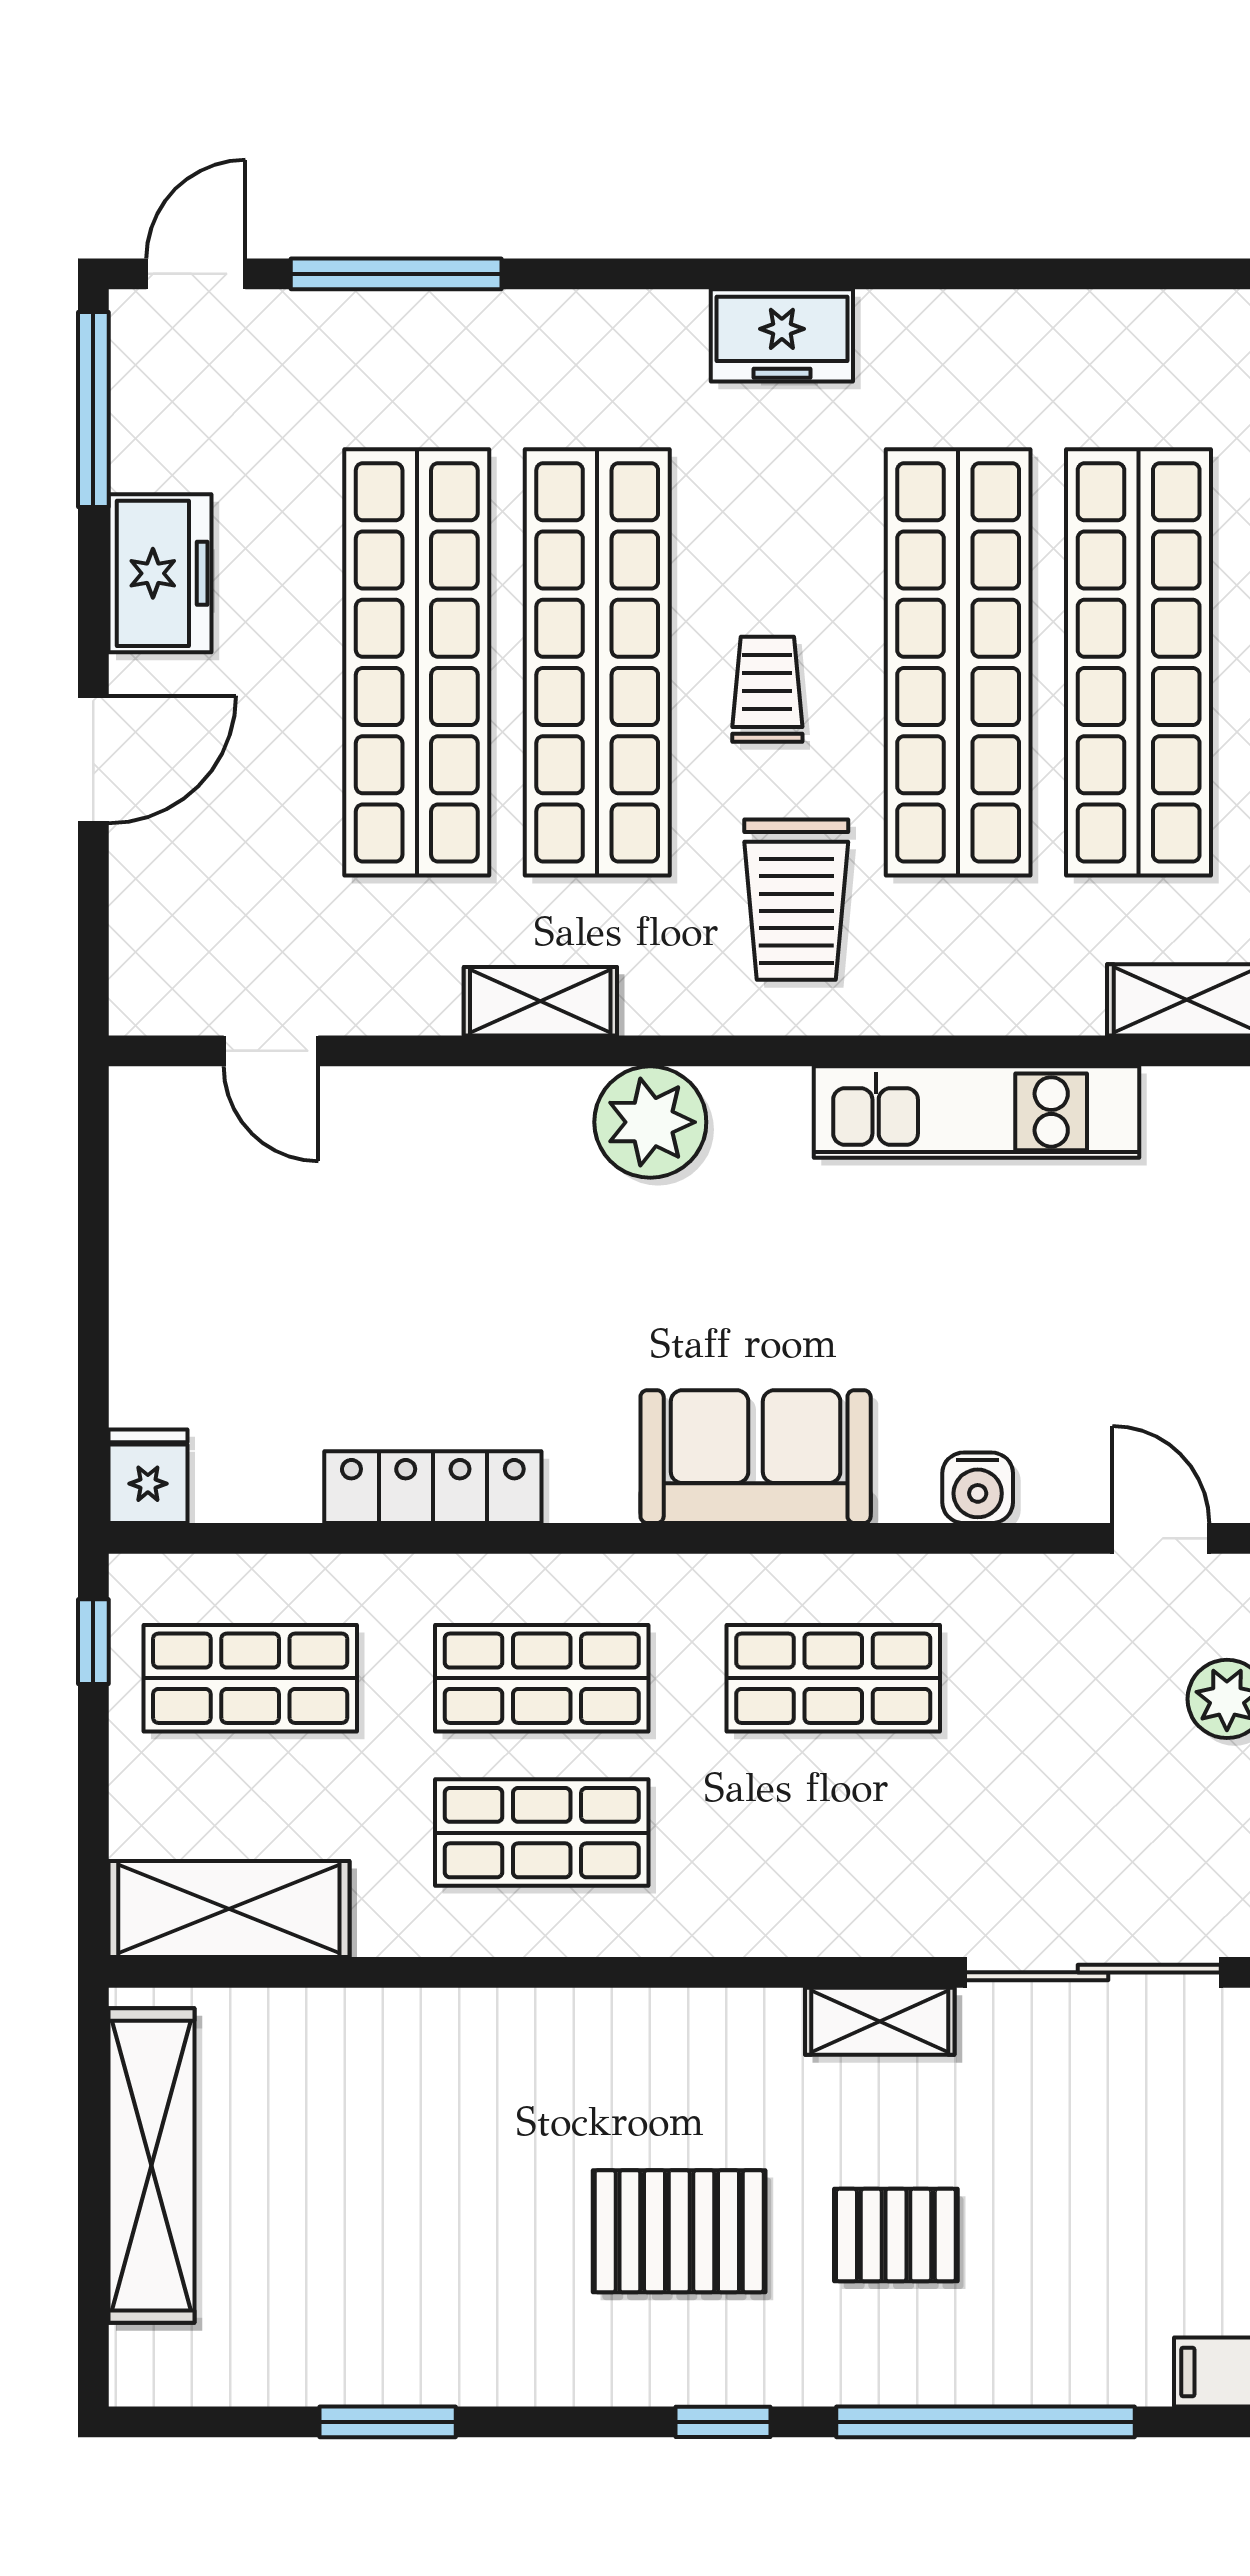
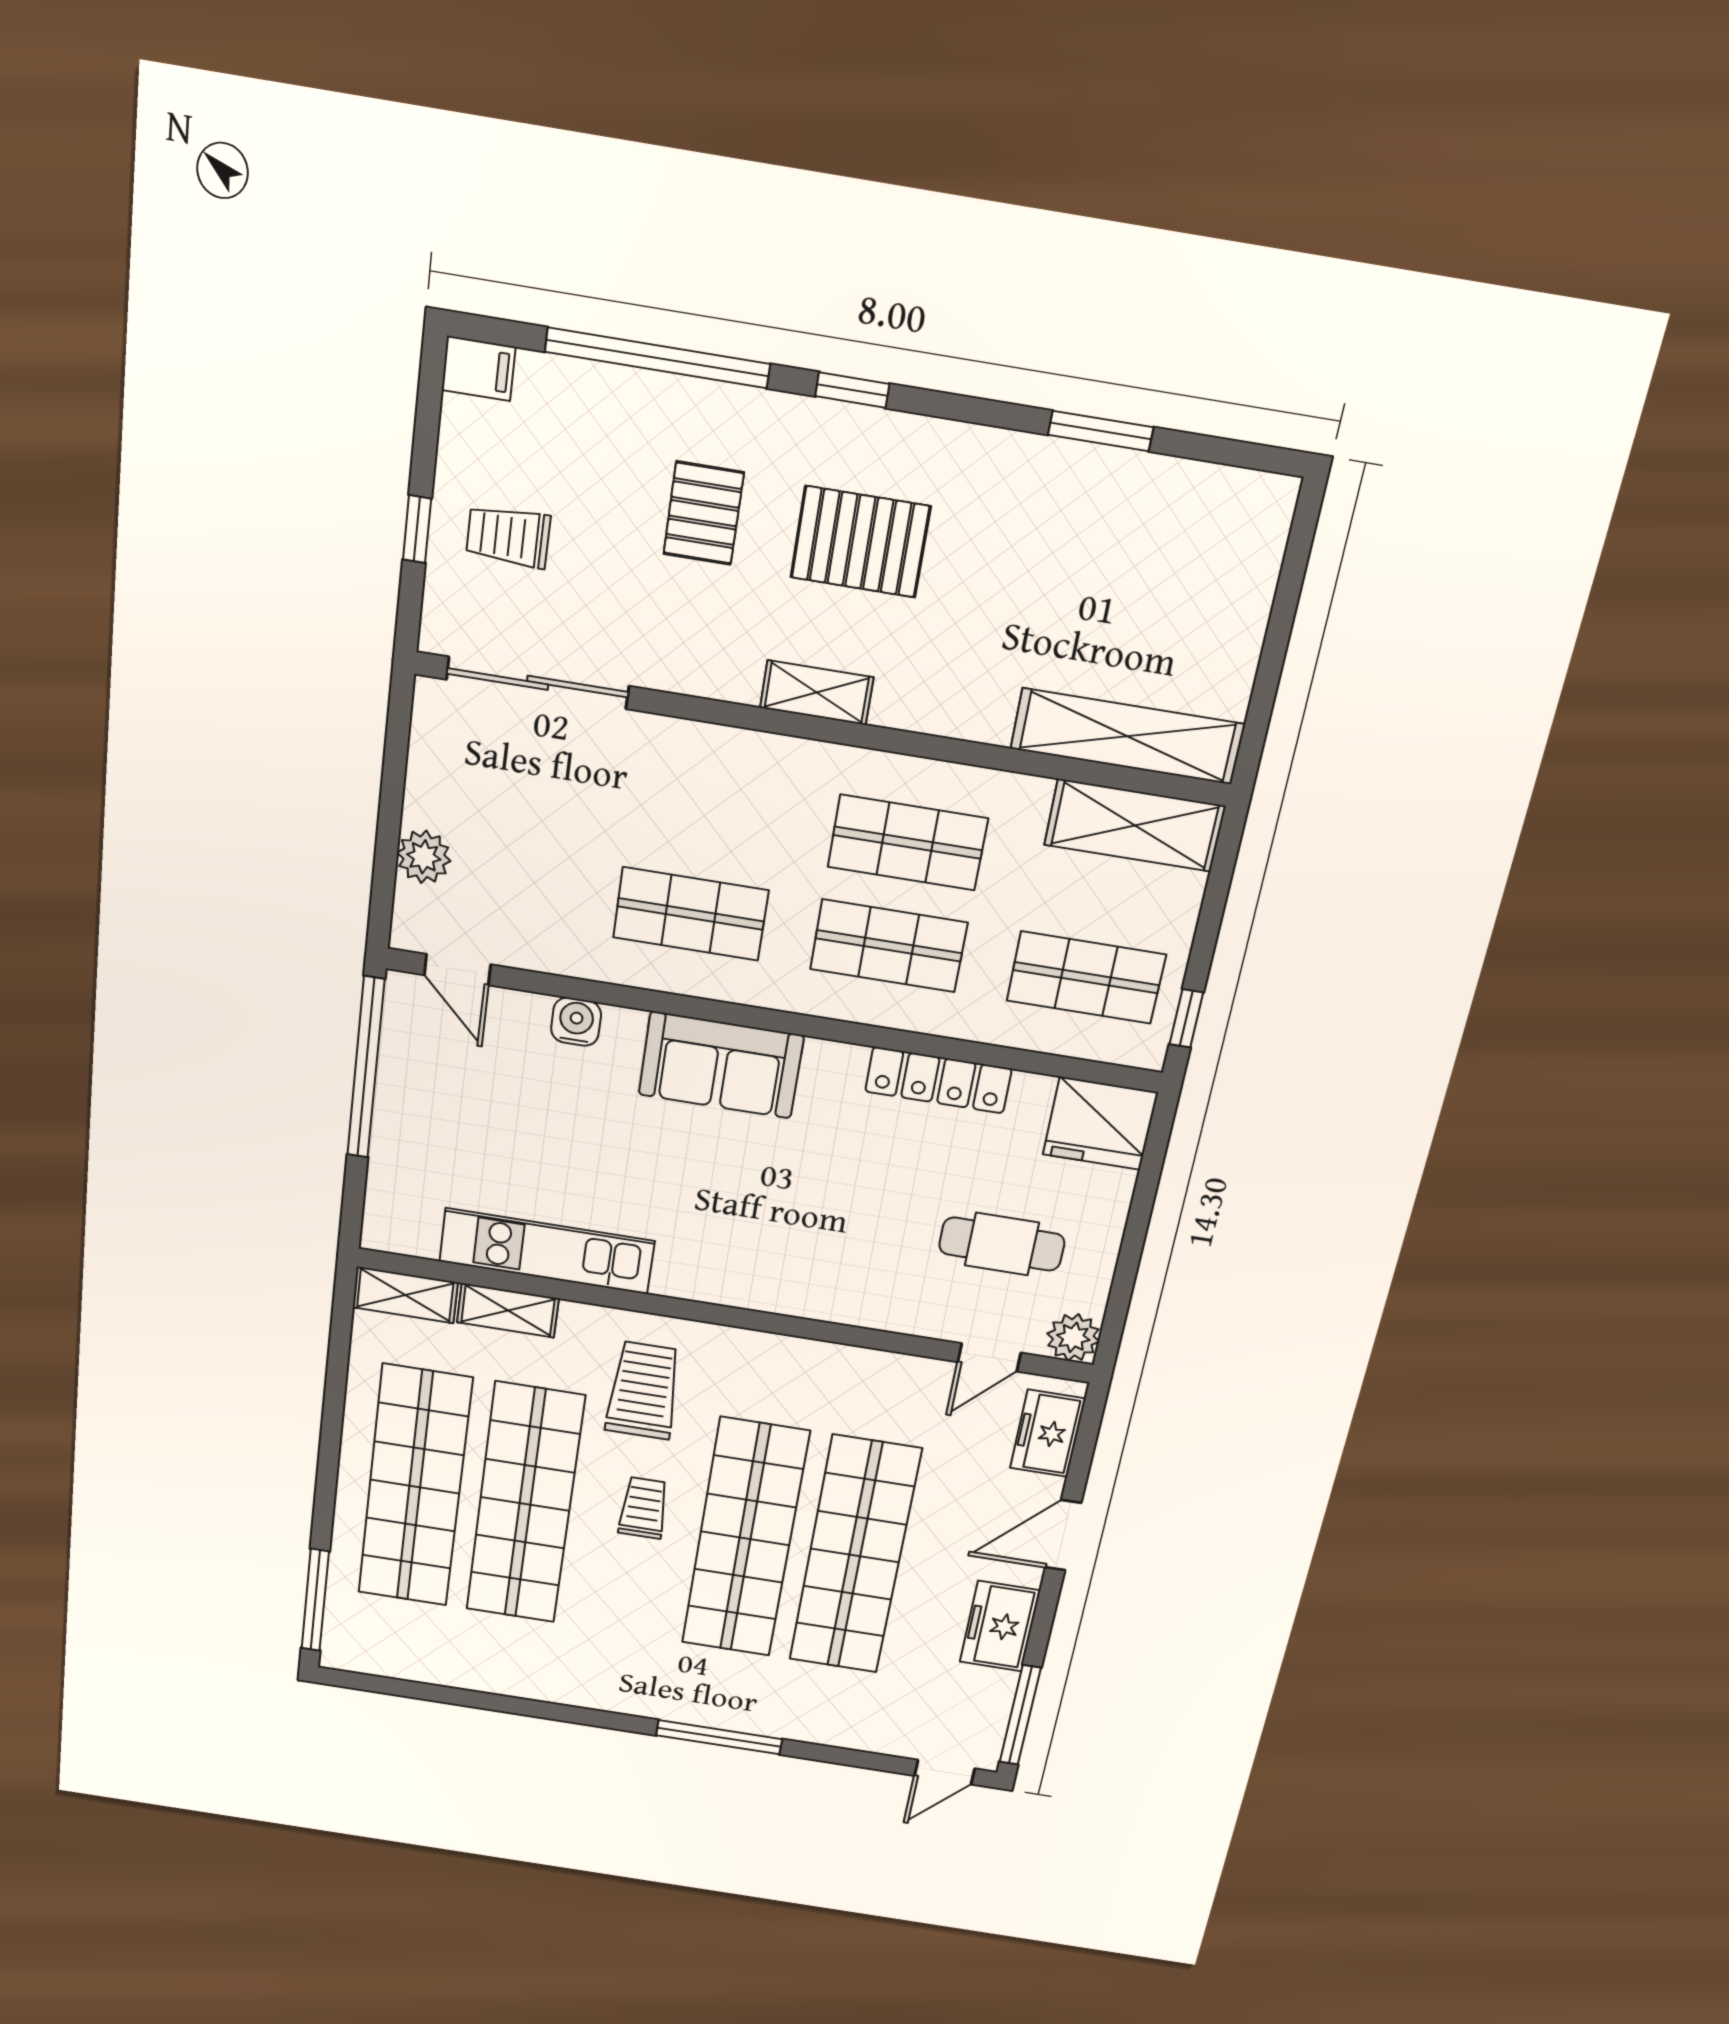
window: (396, 274) -> (719, 1737), moved
freezer: (782, 335) -> (1048, 1433), moved, turned -90
trolley: (767, 689) -> (644, 1508), turned 180
shelving: (540, 1001) -> (508, 1310), moved
door: (271, 1051) -> (989, 1357), swing flipped
plant: (650, 1122) -> (1073, 1337), moved, width x0.73, depth x0.73
cafe table: (289, 1243) -> (1002, 1244), added
fridge: (148, 1476) -> (1100, 1123), width x1.88, depth x1.34
shelving: (880, 2021) -> (817, 693), moved
trolley: (1156, 2163) -> (508, 536), added
shelving: (151, 2166) -> (1127, 736), moved, turned 90
pallet: (896, 2235) -> (704, 513), turned 90

